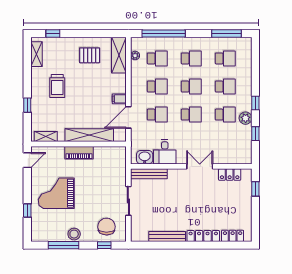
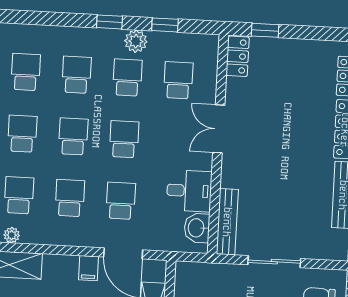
school desk: (225, 143) -> (178, 80), added
locker: (230, 175) -> (238, 56), moved

